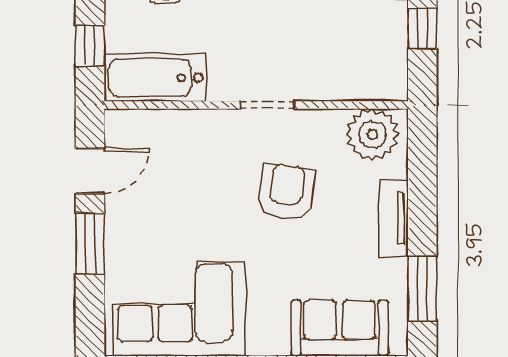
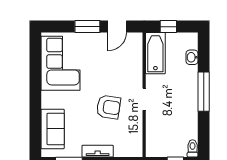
plant: (372, 134) -> (132, 142), removed
door: (90, 171) -> (117, 27), hinge flipped

